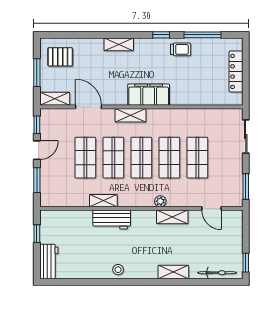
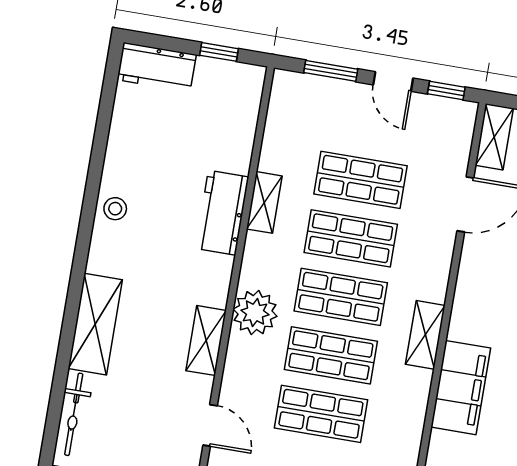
filing cabinet: (149, 95) -> (461, 388), moved
shelving: (130, 115) -> (425, 335), moved
plant: (160, 201) -> (255, 313), width x1.87, depth x1.87
door: (211, 208) -> (210, 425), swing flipped
shelving: (173, 272) -> (95, 324), width x1.50, depth x1.33

